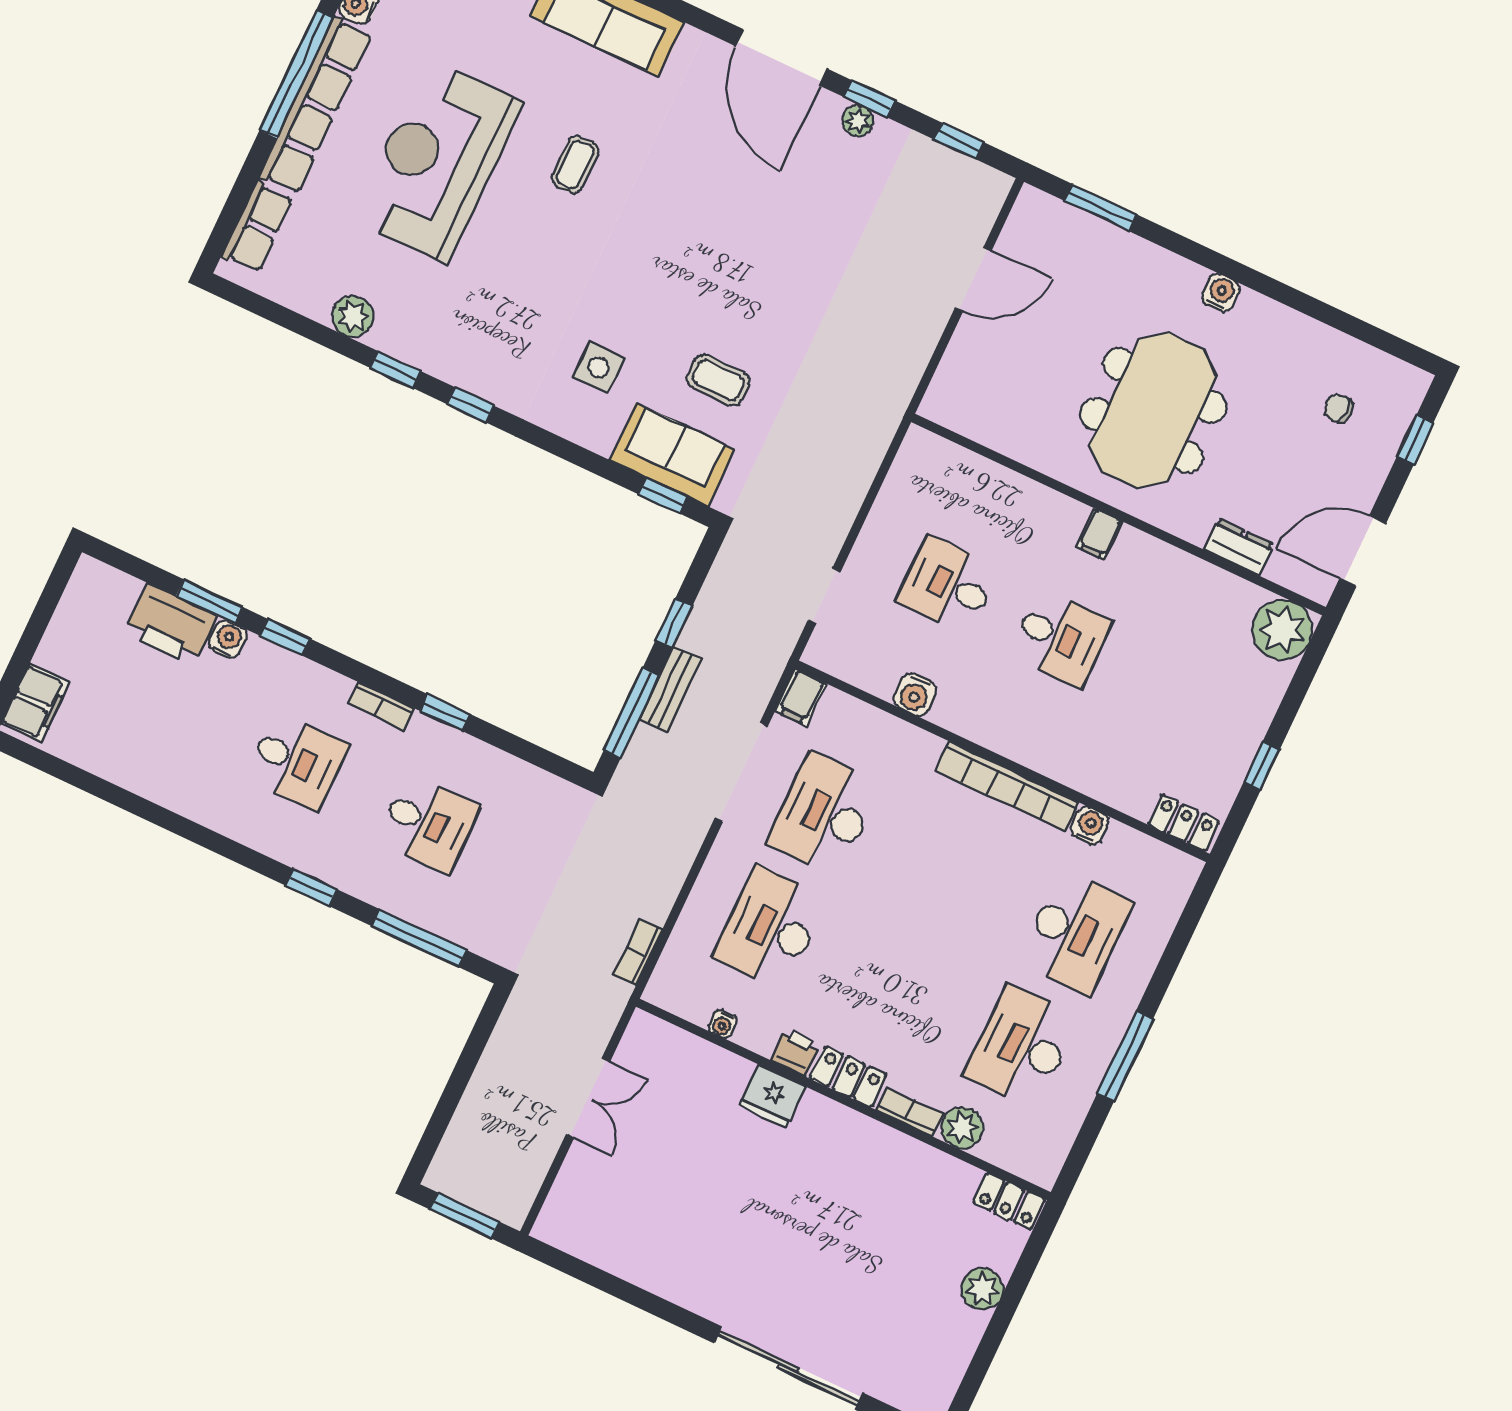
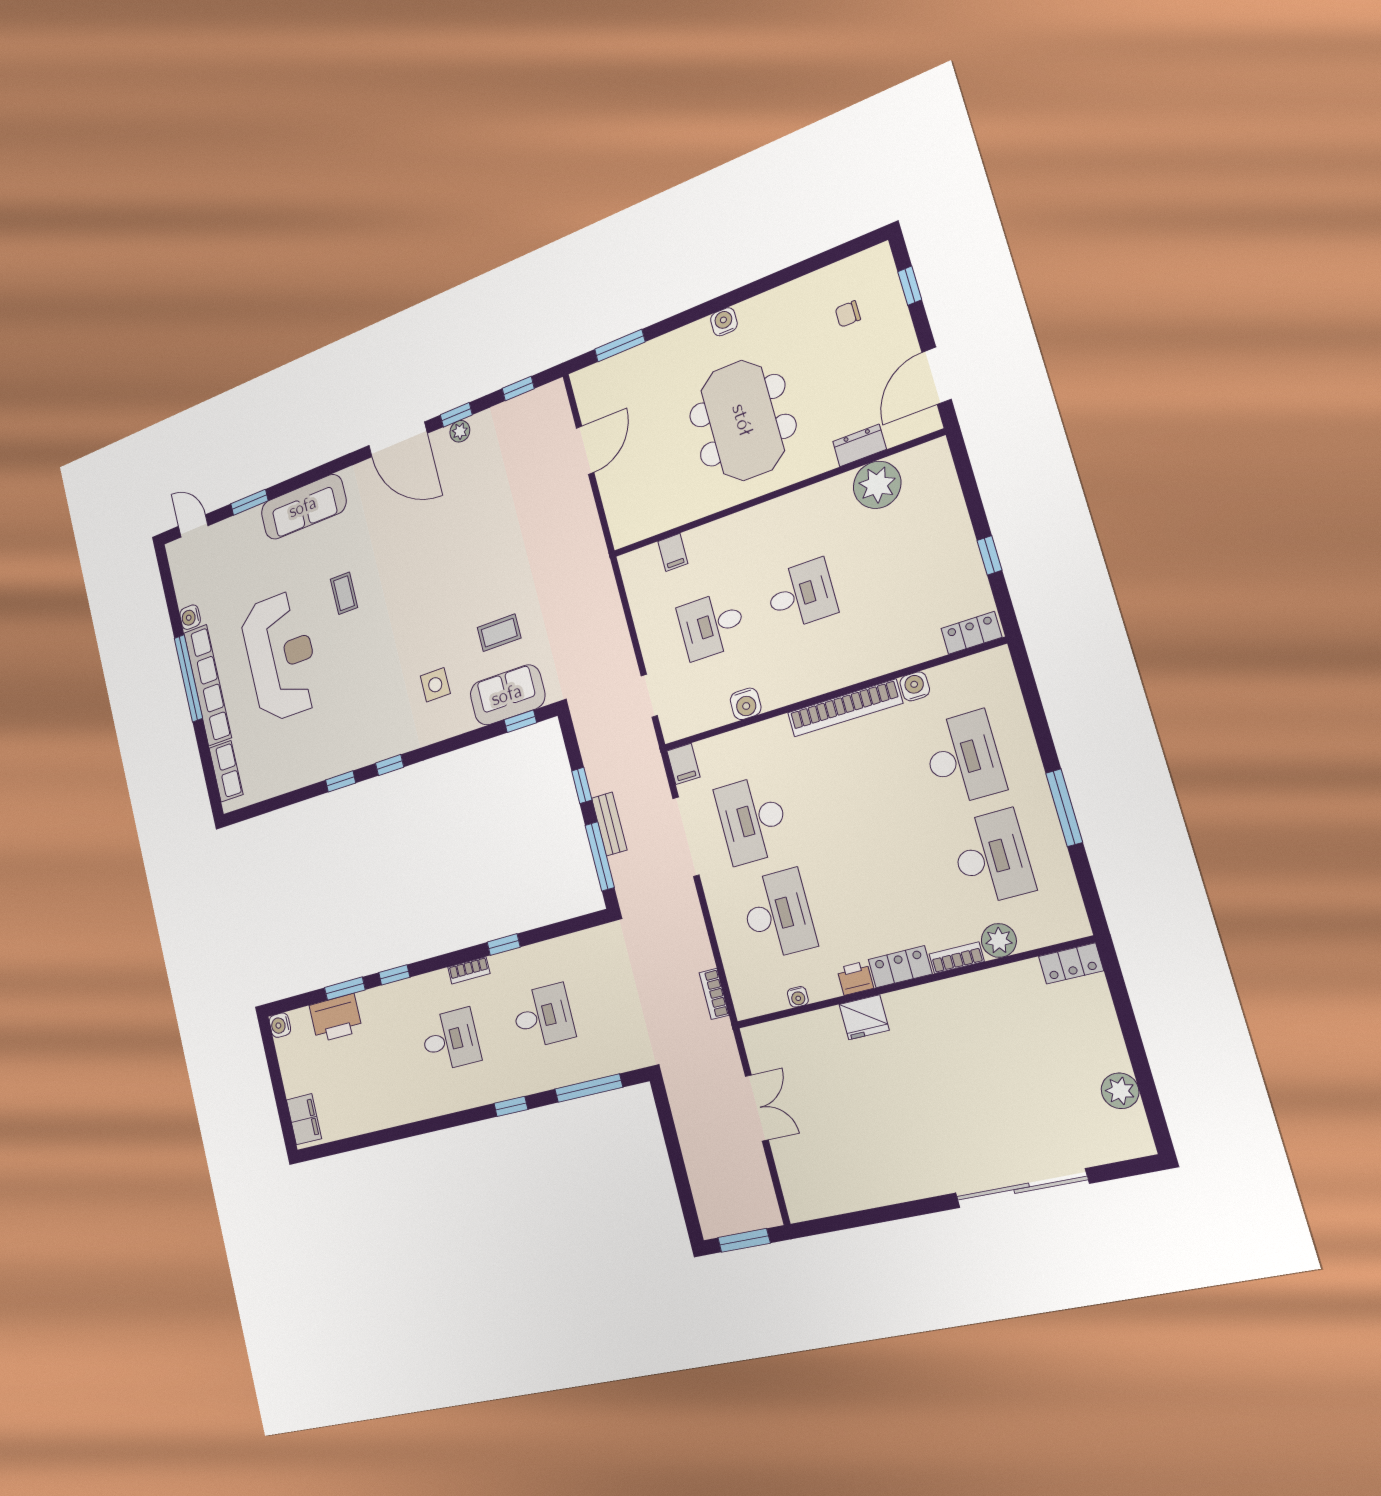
reception desk: (437, 161) -> (281, 656), turned 180
plant: (353, 316) -> (301, 774), removed
filing cabinet: (1099, 534) -> (673, 552), moved
plant: (1282, 630) -> (877, 485), moved
water cooler: (228, 639) -> (280, 1025), moved, turned -90
desk: (770, 928) -> (778, 914), turned 180
desk: (1022, 1046) -> (992, 857), turned 180
plant: (982, 1289) -> (1120, 1091), moved

